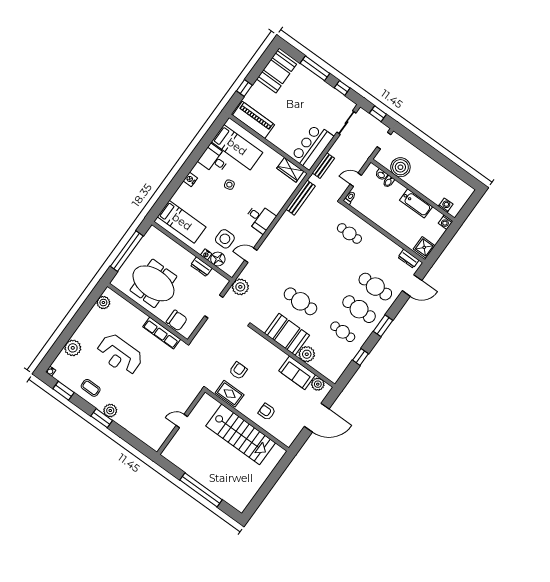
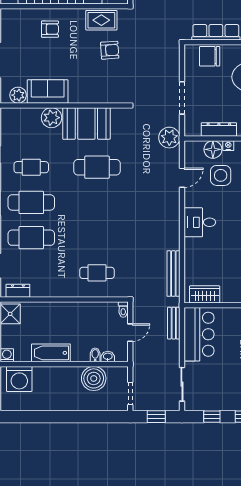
washing machine: (446, 205) -> (19, 379), width x1.89, depth x1.89
dresser: (201, 267) -> (219, 129), width x1.44
armchair: (238, 371) -> (110, 50), turned -94

